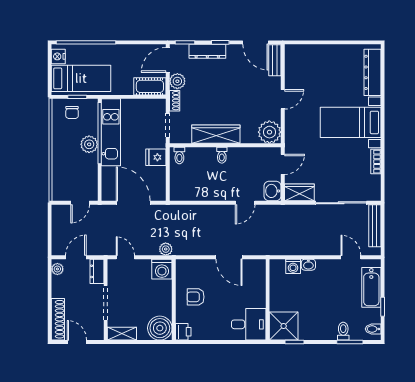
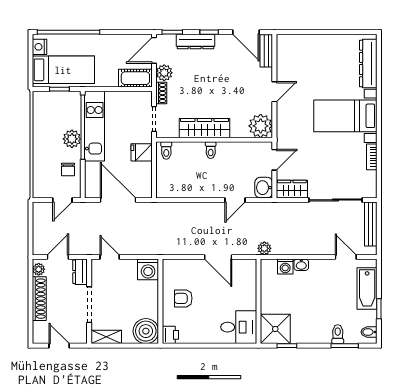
chair: (72, 112) -> (68, 170), moved
plant: (166, 249) -> (264, 248), moved
shoe rack: (58, 319) -> (39, 299), moved

